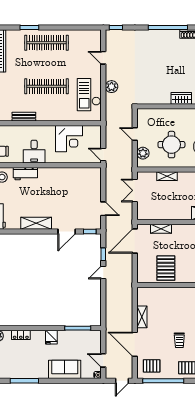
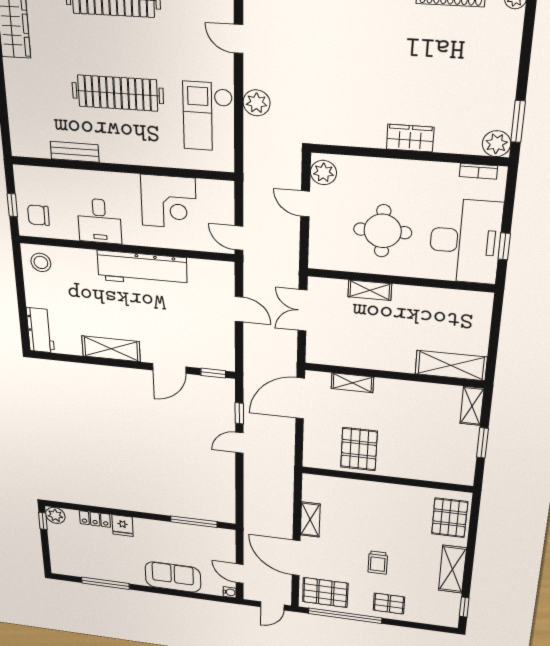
plant: (143, 153) -> (323, 173), moved
workbench: (25, 174) -> (142, 269), moved, width x1.88, depth x1.32
door: (103, 209) -> (239, 309), moved
fridge: (51, 337) -> (123, 526), moved
pallet: (152, 366) -> (325, 592), width x1.50, depth x1.42

